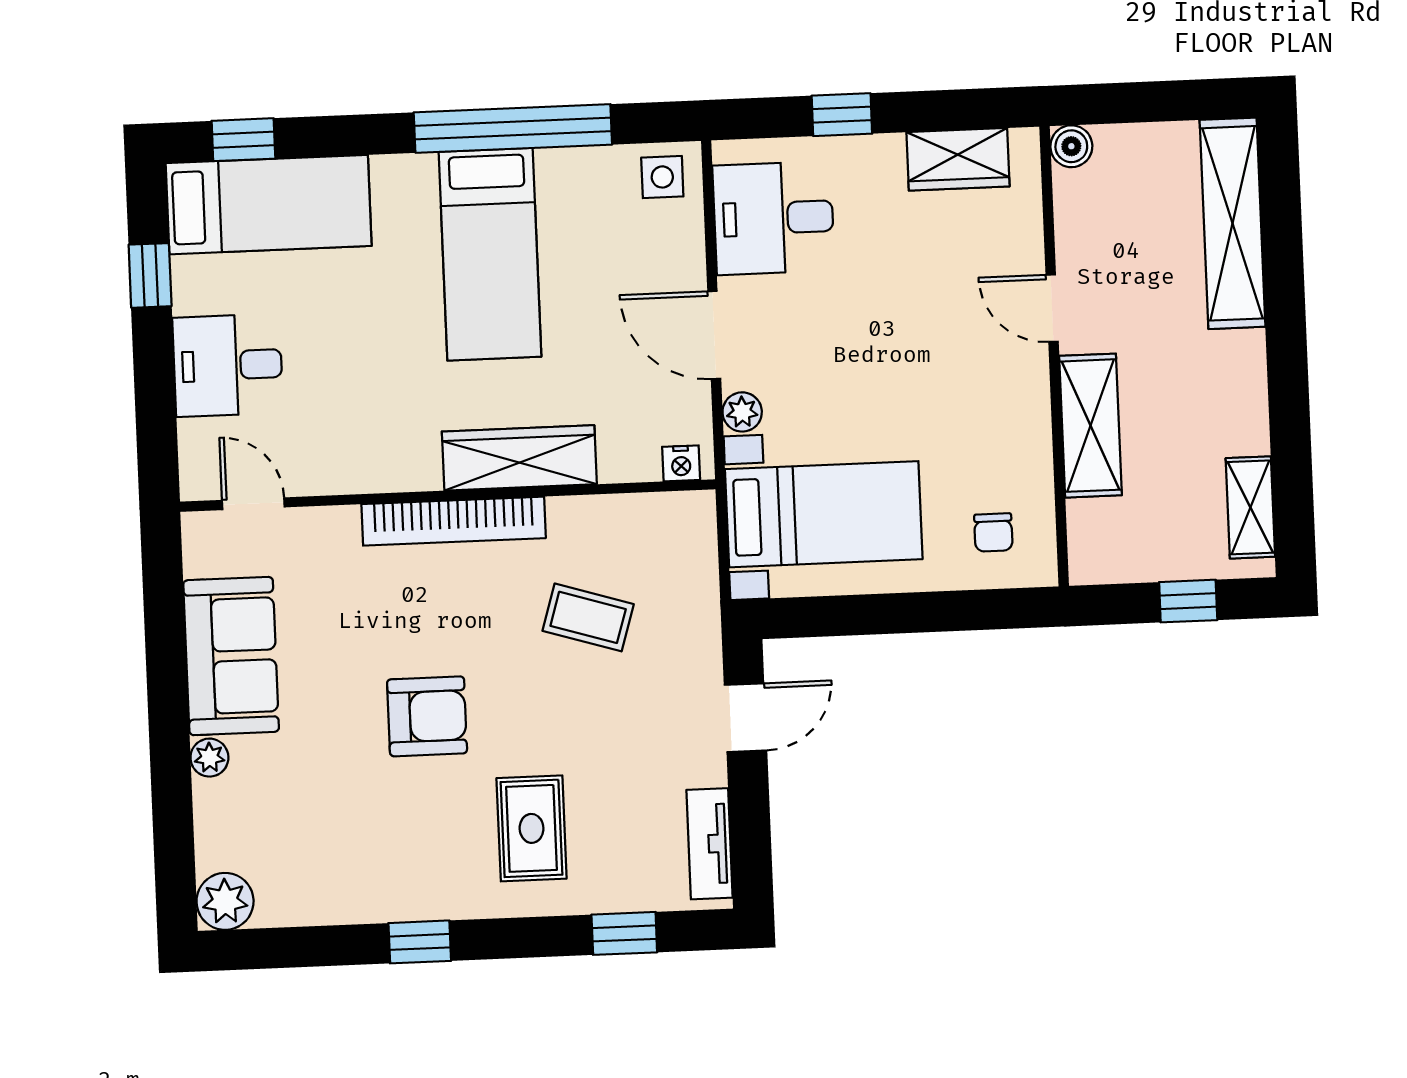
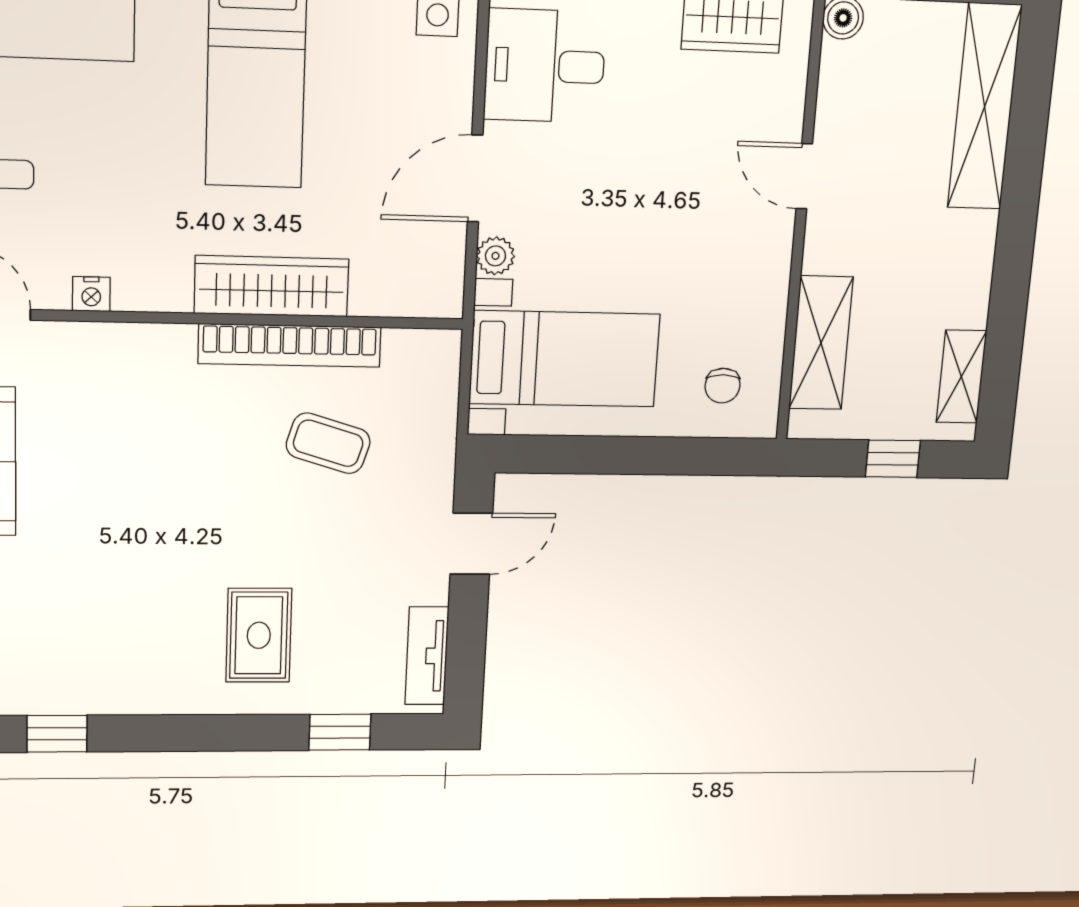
door: (714, 335) -> (475, 178), hinge flipped
shelving: (1090, 426) -> (821, 343), moved
nightstand: (681, 463) -> (91, 294), moved
bookcase: (454, 521) -> (290, 345), moved
armchair: (427, 716) -> (164, 528), removed
window: (420, 942) -> (57, 734), moved

